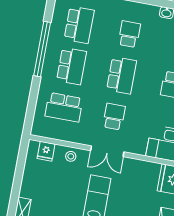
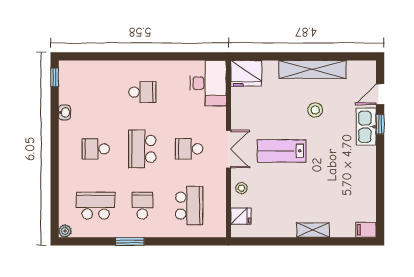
window: (42, 49) -> (130, 241), width x0.47
school desk: (72, 66) -> (142, 206), width x0.54
school desk: (122, 75) -> (142, 149), turned -90

